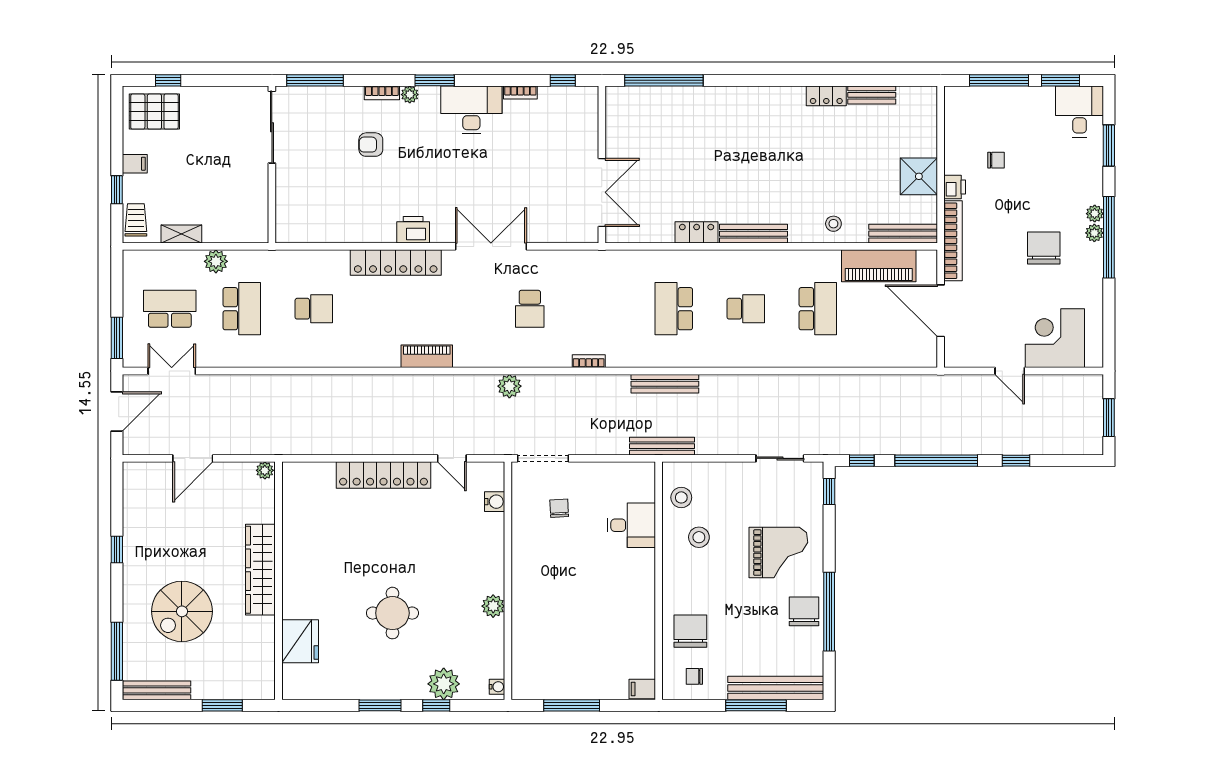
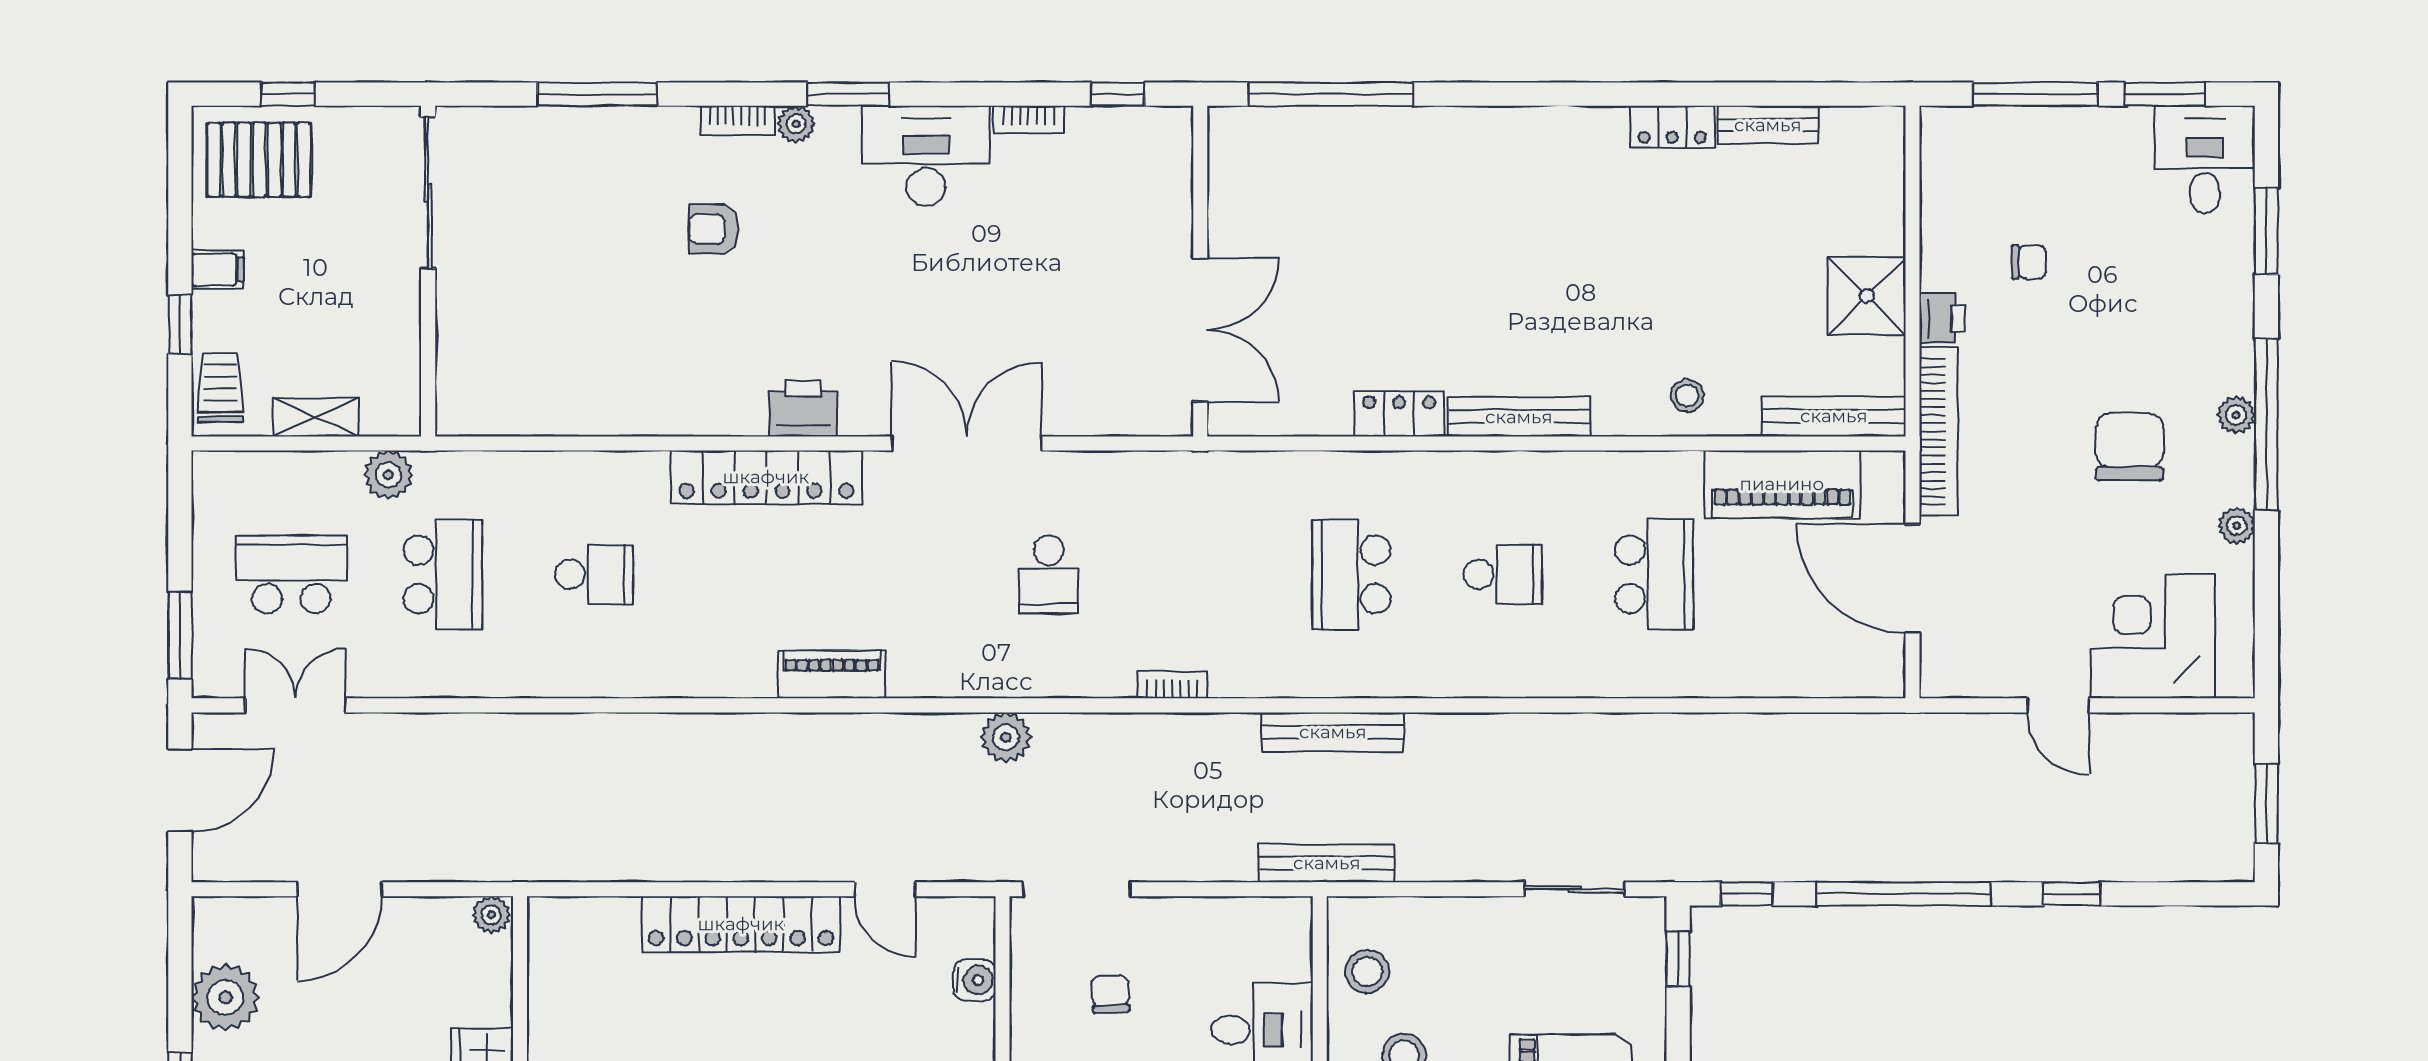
sliding door: (272, 127) -> (428, 193), moved
wall: (272, 165) -> (428, 271), moved
plant: (1095, 214) -> (2237, 526), moved
plant: (138, 510) -> (225, 997), added

